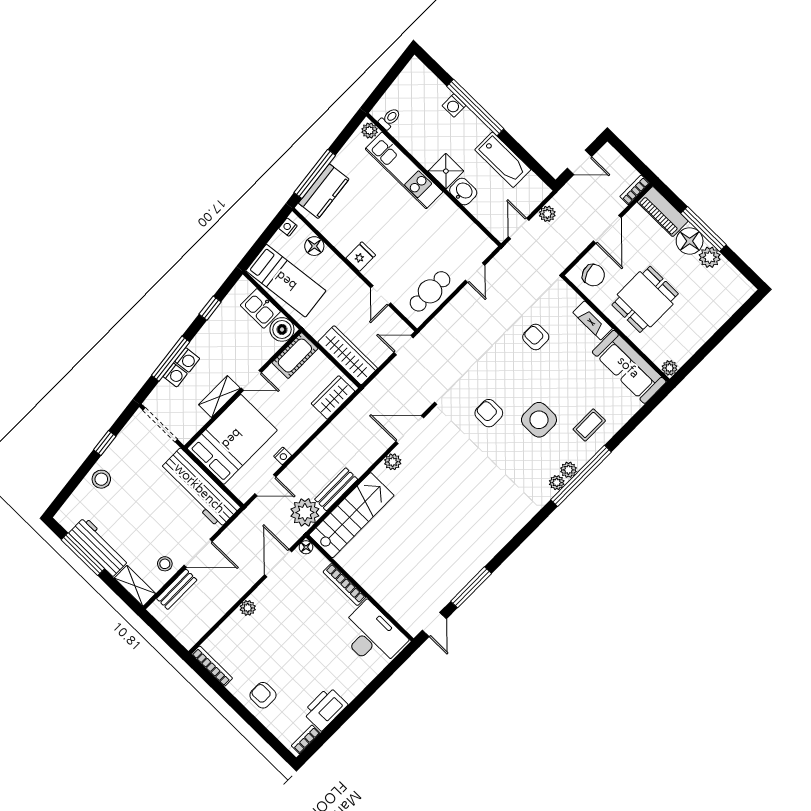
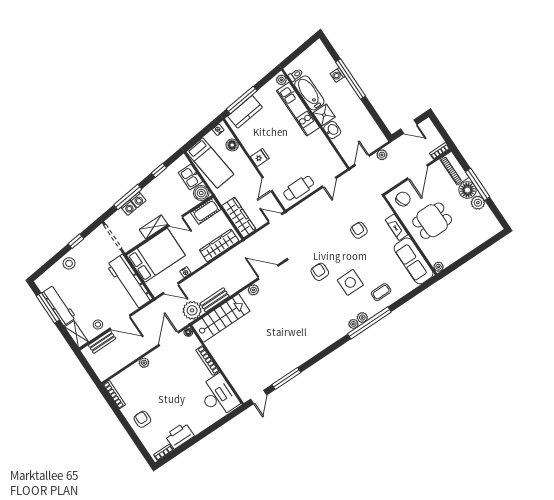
bathtub: (503, 160) -> (309, 93), moved, turned 180
chair: (593, 275) -> (403, 199), turned -95
wardrobe: (333, 397) -> (219, 246), width x1.50

